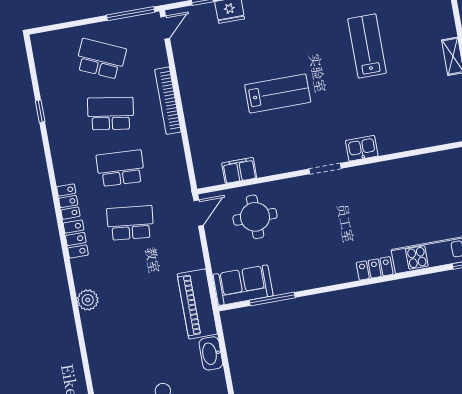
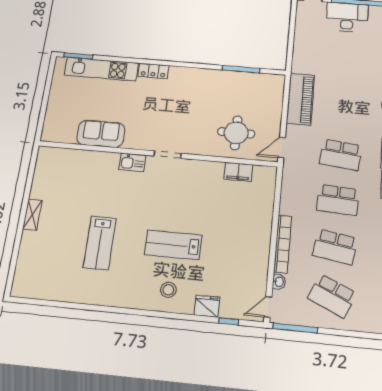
stool: (276, 16) -> (168, 290), added
lab bench: (278, 93) -> (173, 245), moved
sofa: (243, 285) -> (101, 134), moved, turned 180
piano: (197, 304) -> (300, 99), moved
washbasin: (211, 353) -> (279, 282), moved, width x0.52, depth x0.69

